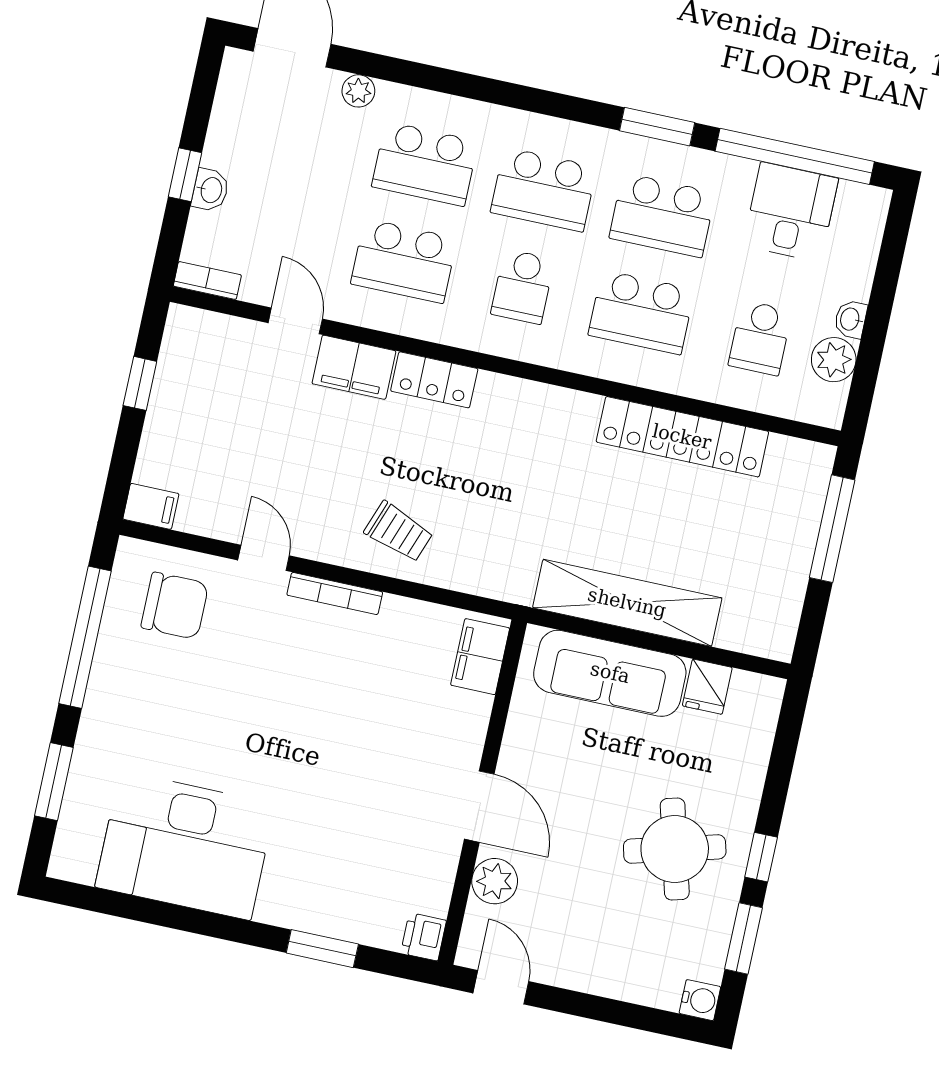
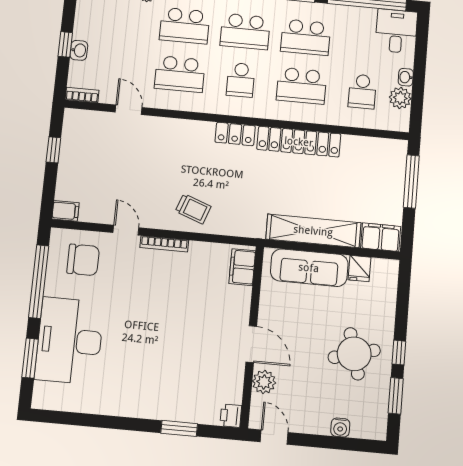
desk: (791, 212) -> (396, 31), moved
filing cabinet: (354, 367) -> (381, 237), moved, turned 180
locker: (434, 380) -> (235, 134), moved
locker: (682, 437) -> (299, 142), moved
desk: (185, 846) -> (70, 341), moved, turned 90
water cooler: (700, 1000) -> (340, 428), moved, turned 90

